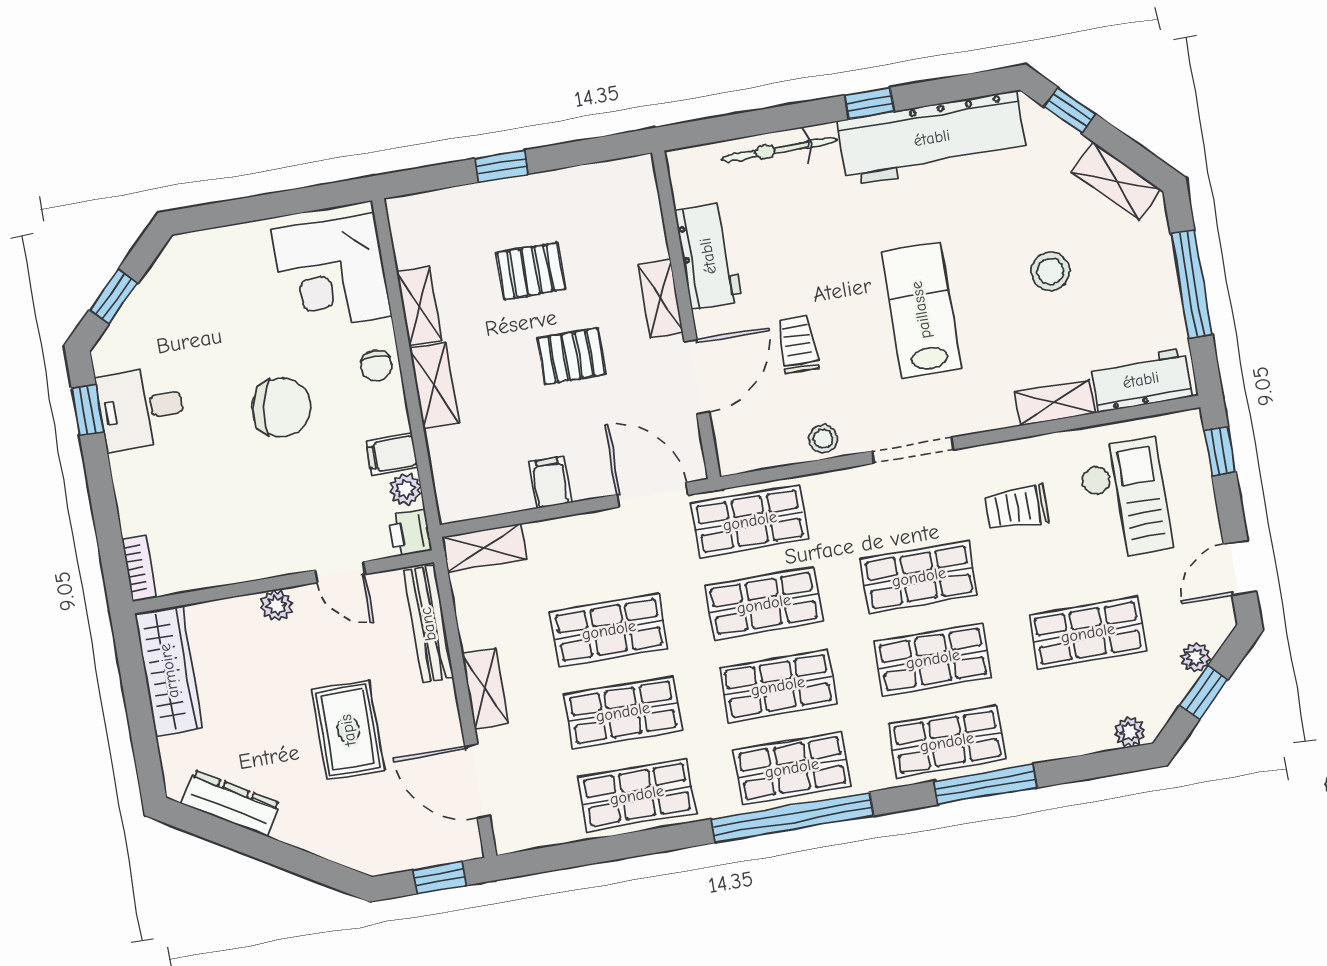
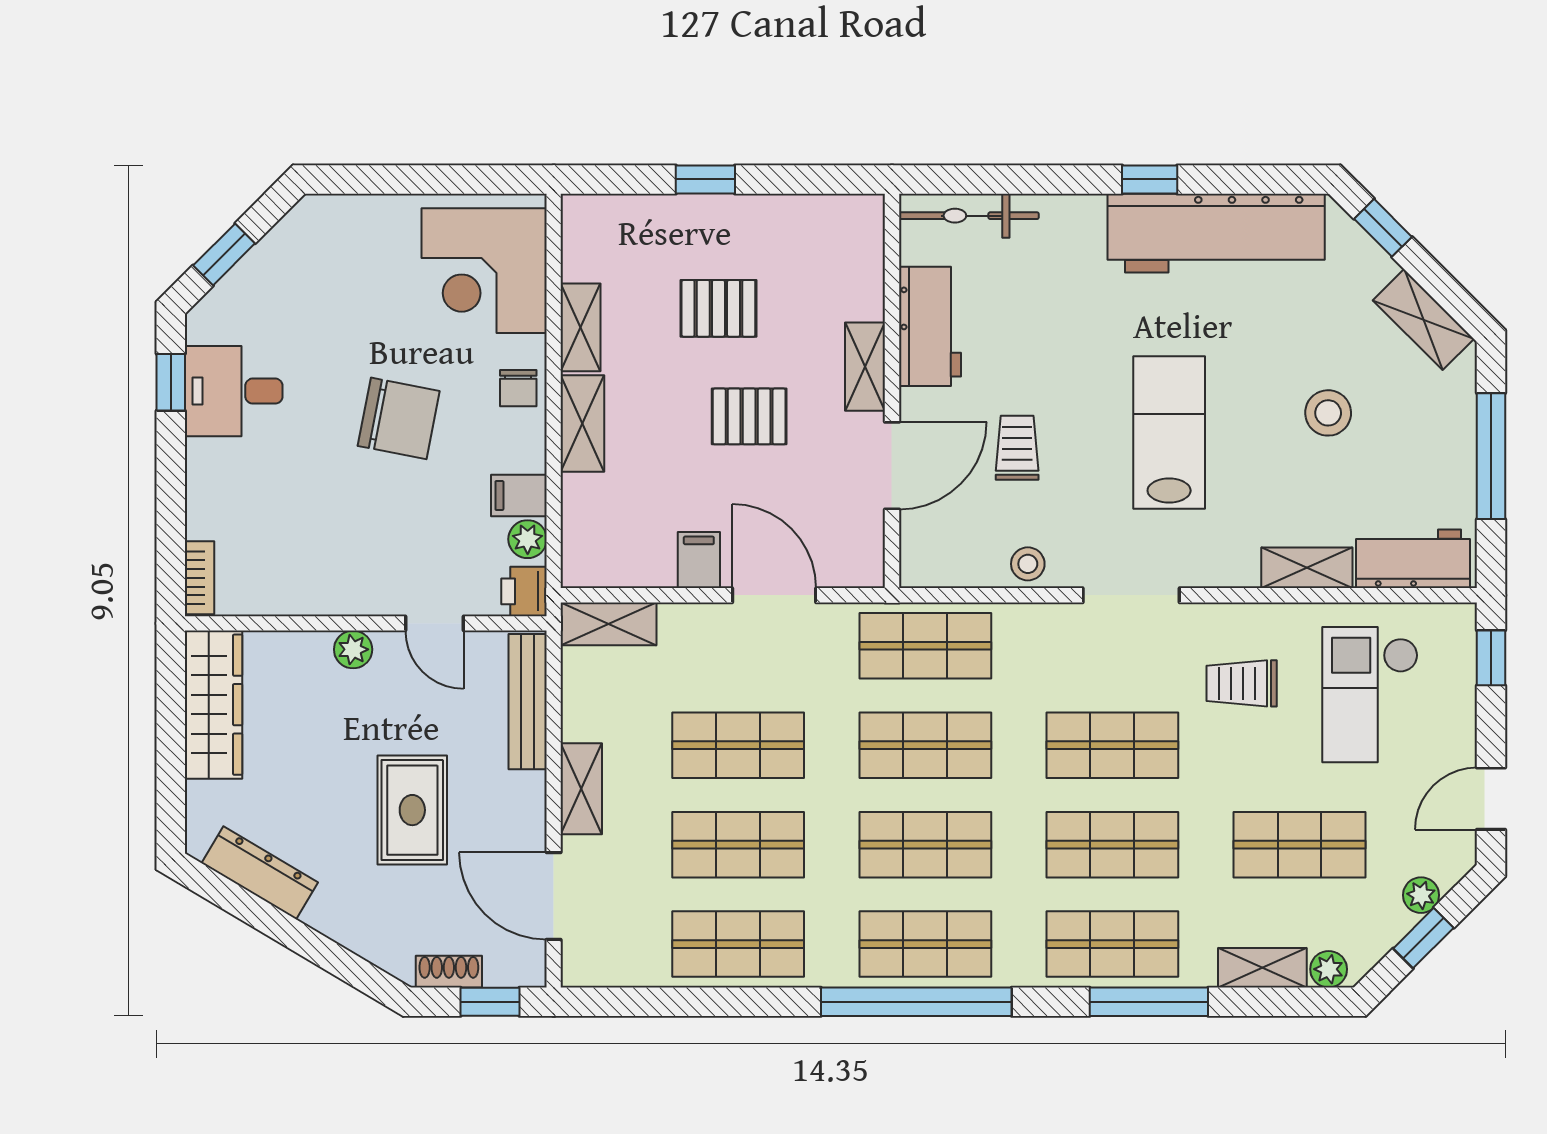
bicycle: (779, 150) -> (969, 216), moved
door: (652, 495) -> (774, 595), moved
checkout: (1125, 499) -> (1370, 695), turned 180
shelving: (1074, 740) -> (1262, 968), added
shoe rack: (401, 858) -> (449, 972), added

